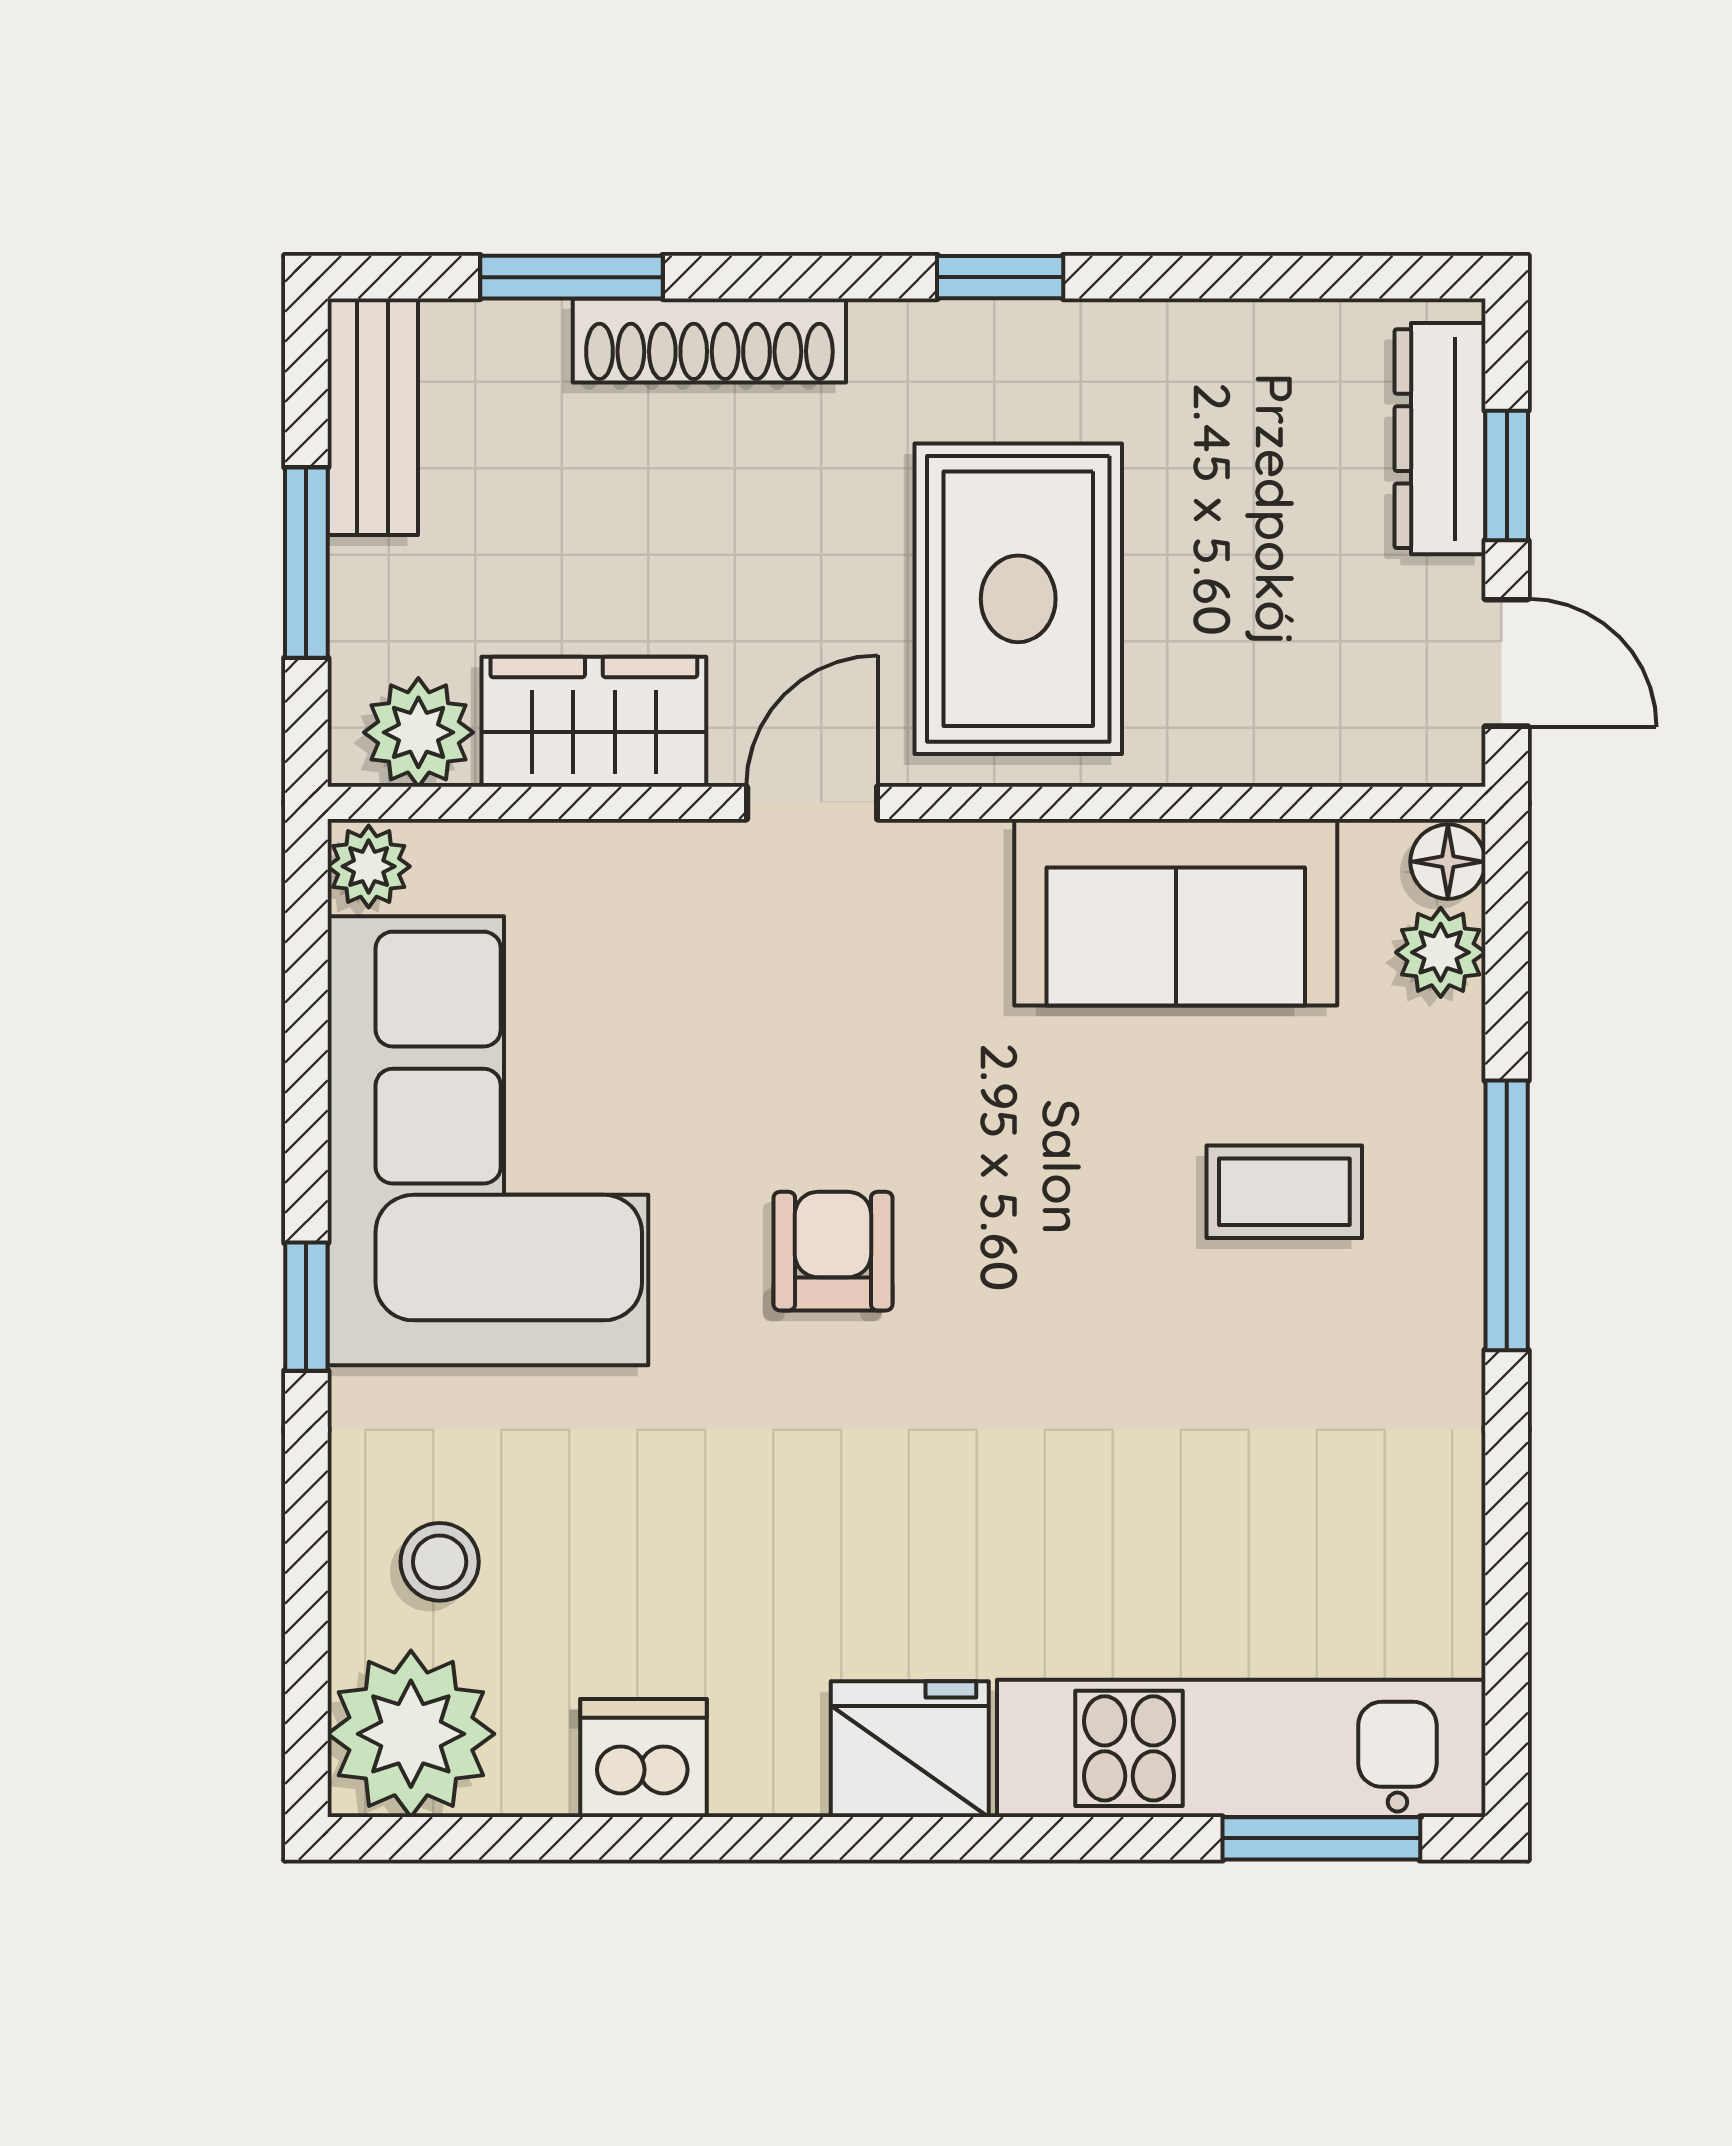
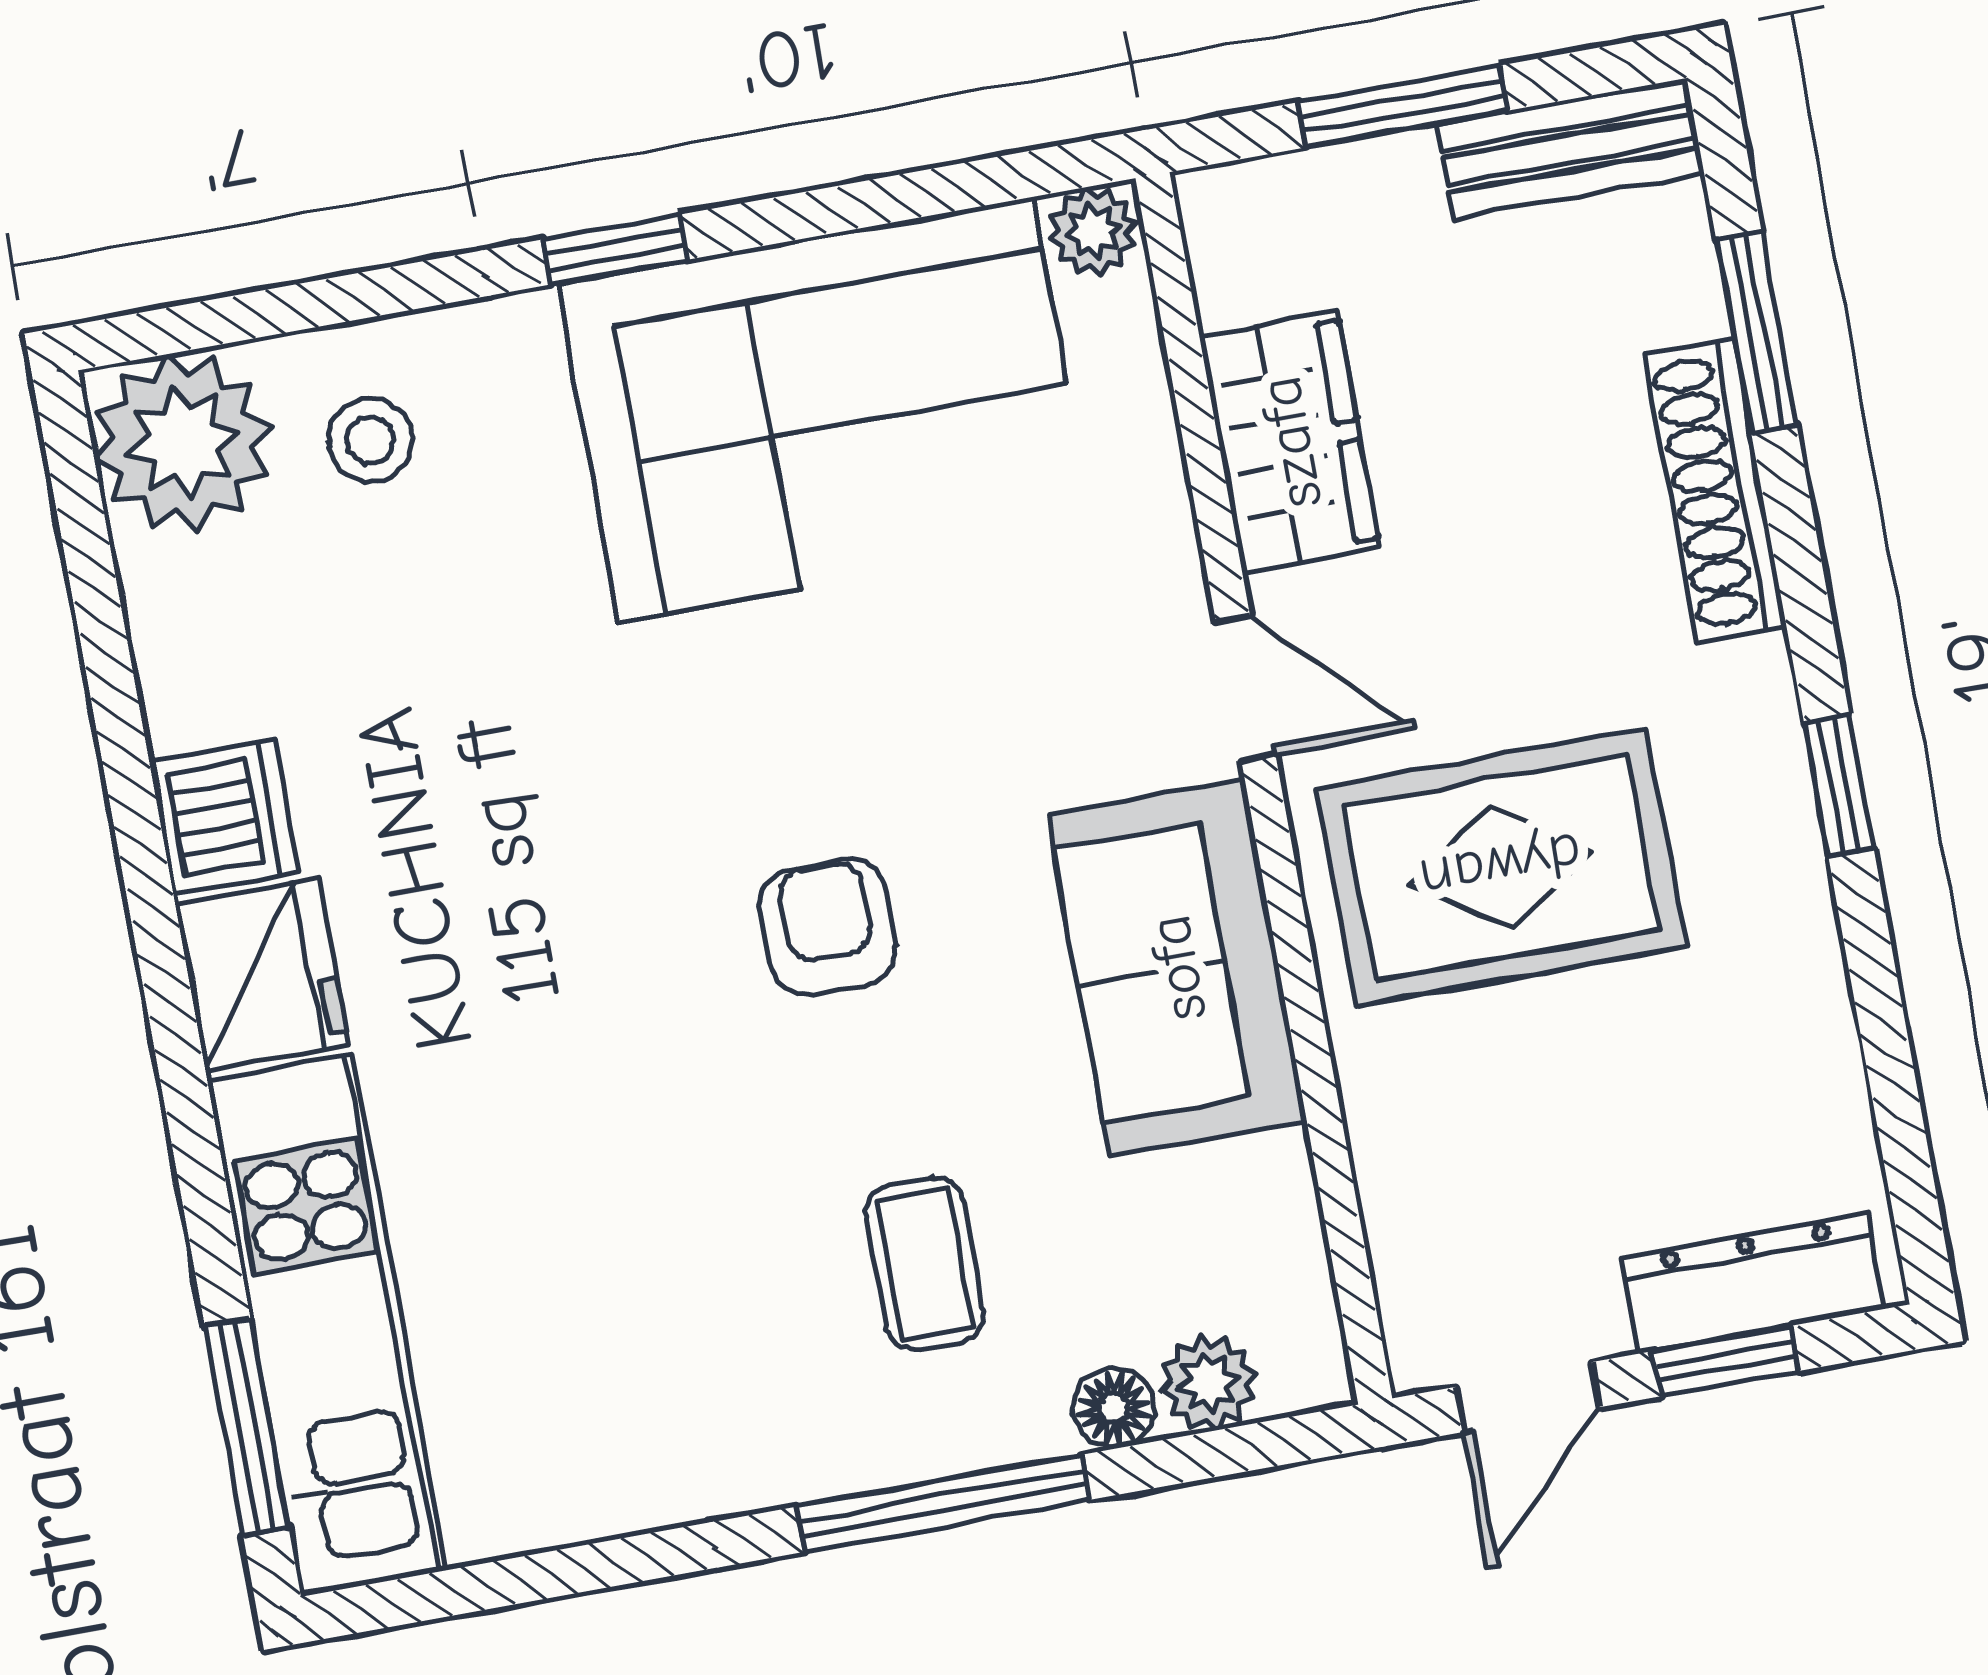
plant: (418, 732) -> (1245, 258), removed
floor lamp: (1448, 862) -> (1114, 1408), moved
sofa: (1176, 912) -> (1177, 968), moved
armchair: (833, 1251) -> (828, 927), moved, turned -90
dishwasher: (644, 1758) -> (224, 816), moved

